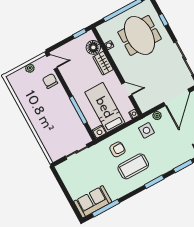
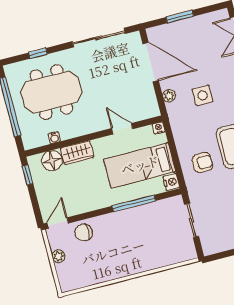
door: (127, 89) -> (122, 129), hinge flipped
side table: (146, 130) -> (202, 95), moved
armchair: (117, 149) -> (202, 163), turned 90

